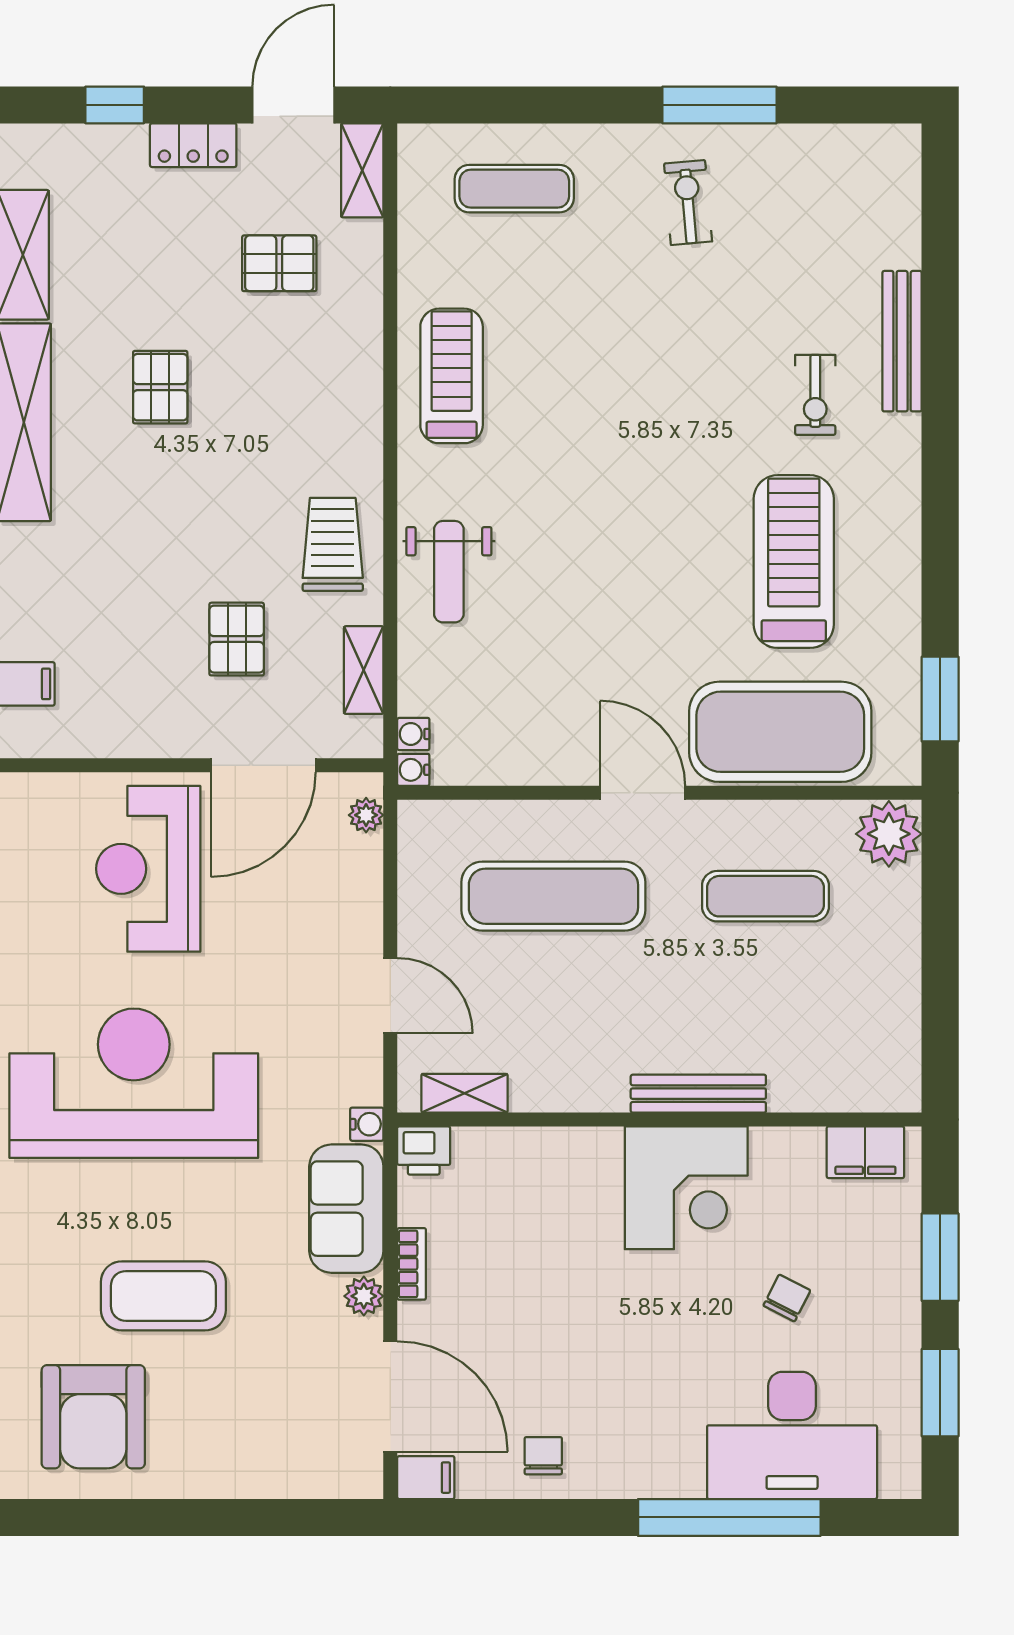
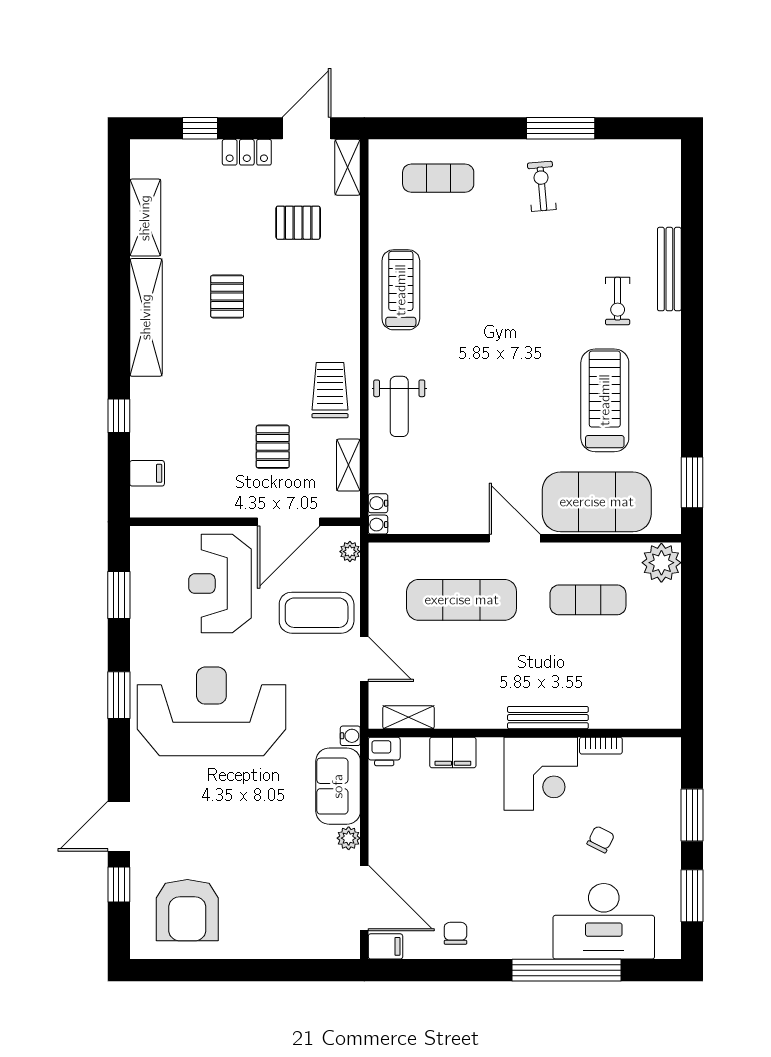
filing cabinet: (865, 1152) -> (453, 752), moved
bookcase: (412, 1264) -> (601, 746), moved, turned 90
coffee table: (163, 1296) -> (317, 613), moved

